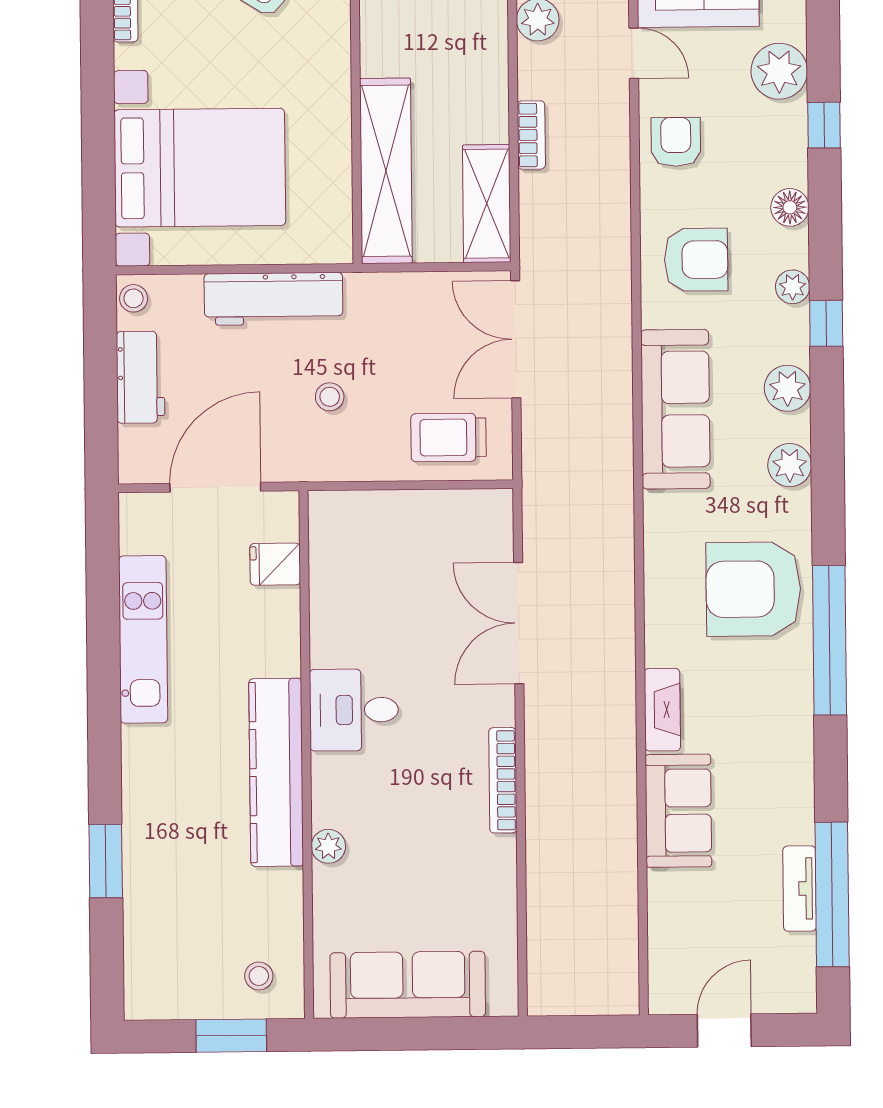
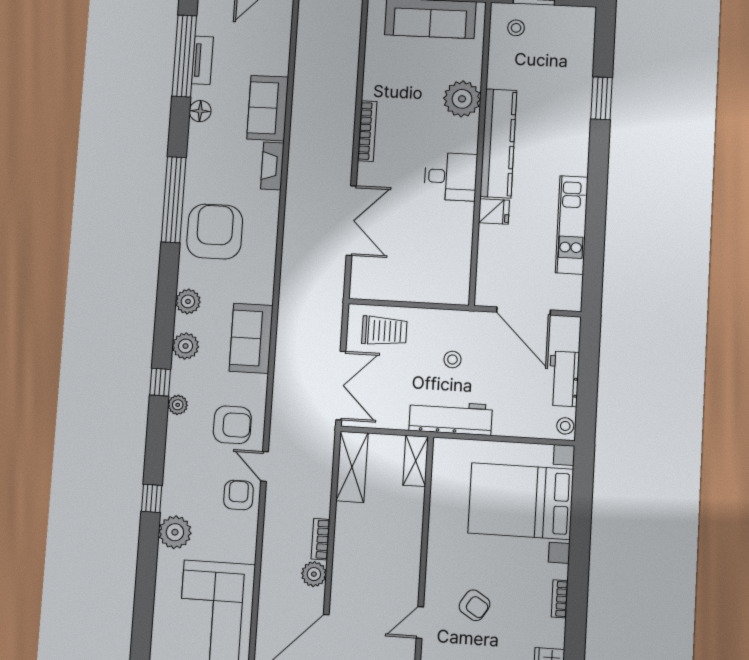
door: (634, 53) -> (265, 466), moved
bookcase: (531, 135) -> (321, 539), moved
armchair: (676, 142) -> (238, 495), turned 180
shelving: (386, 171) -> (416, 461), width x0.45, depth x0.75
floor lamp: (790, 207) -> (200, 111), moved
armchair: (696, 260) -> (232, 425), turned 180
workbench: (273, 299) -> (451, 418), moved
sofa: (675, 409) -> (251, 338), width x0.73
door: (215, 487) -> (523, 311), hinge flipped
fridge: (275, 564) -> (494, 212), moved
armchair: (753, 589) -> (215, 232), turned -90
plant: (328, 846) -> (462, 99), width x1.87, depth x1.87

